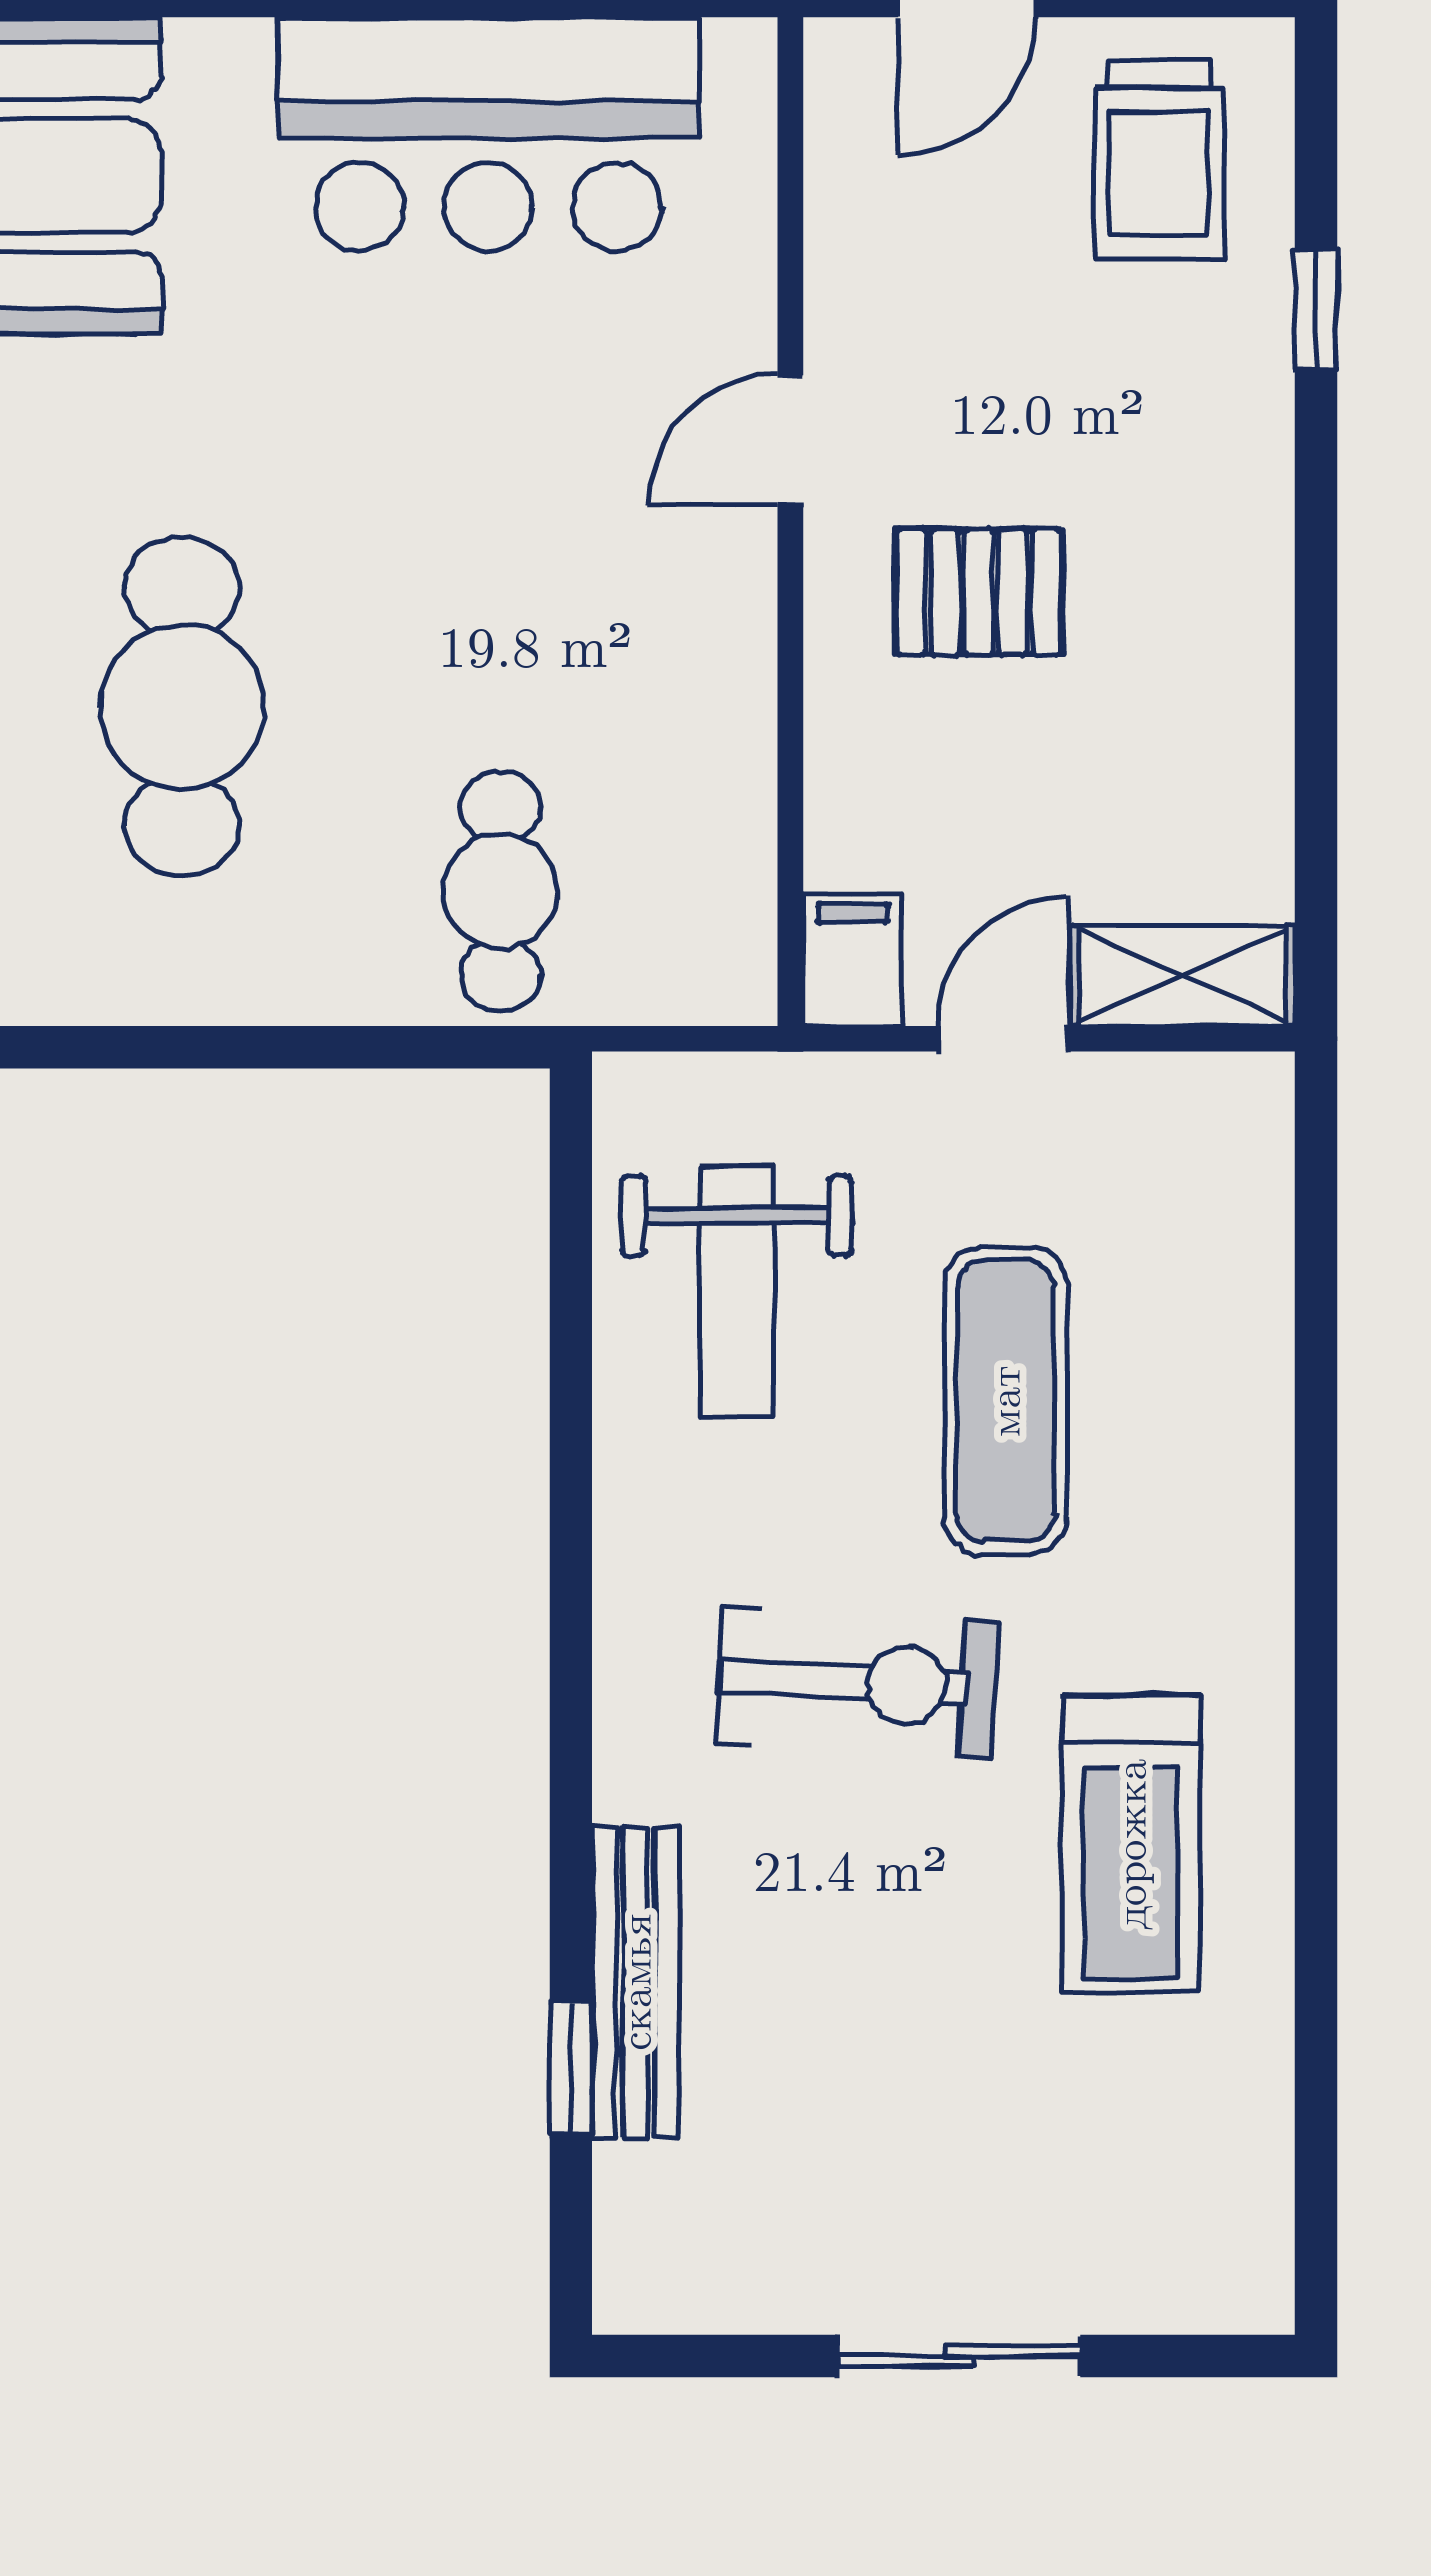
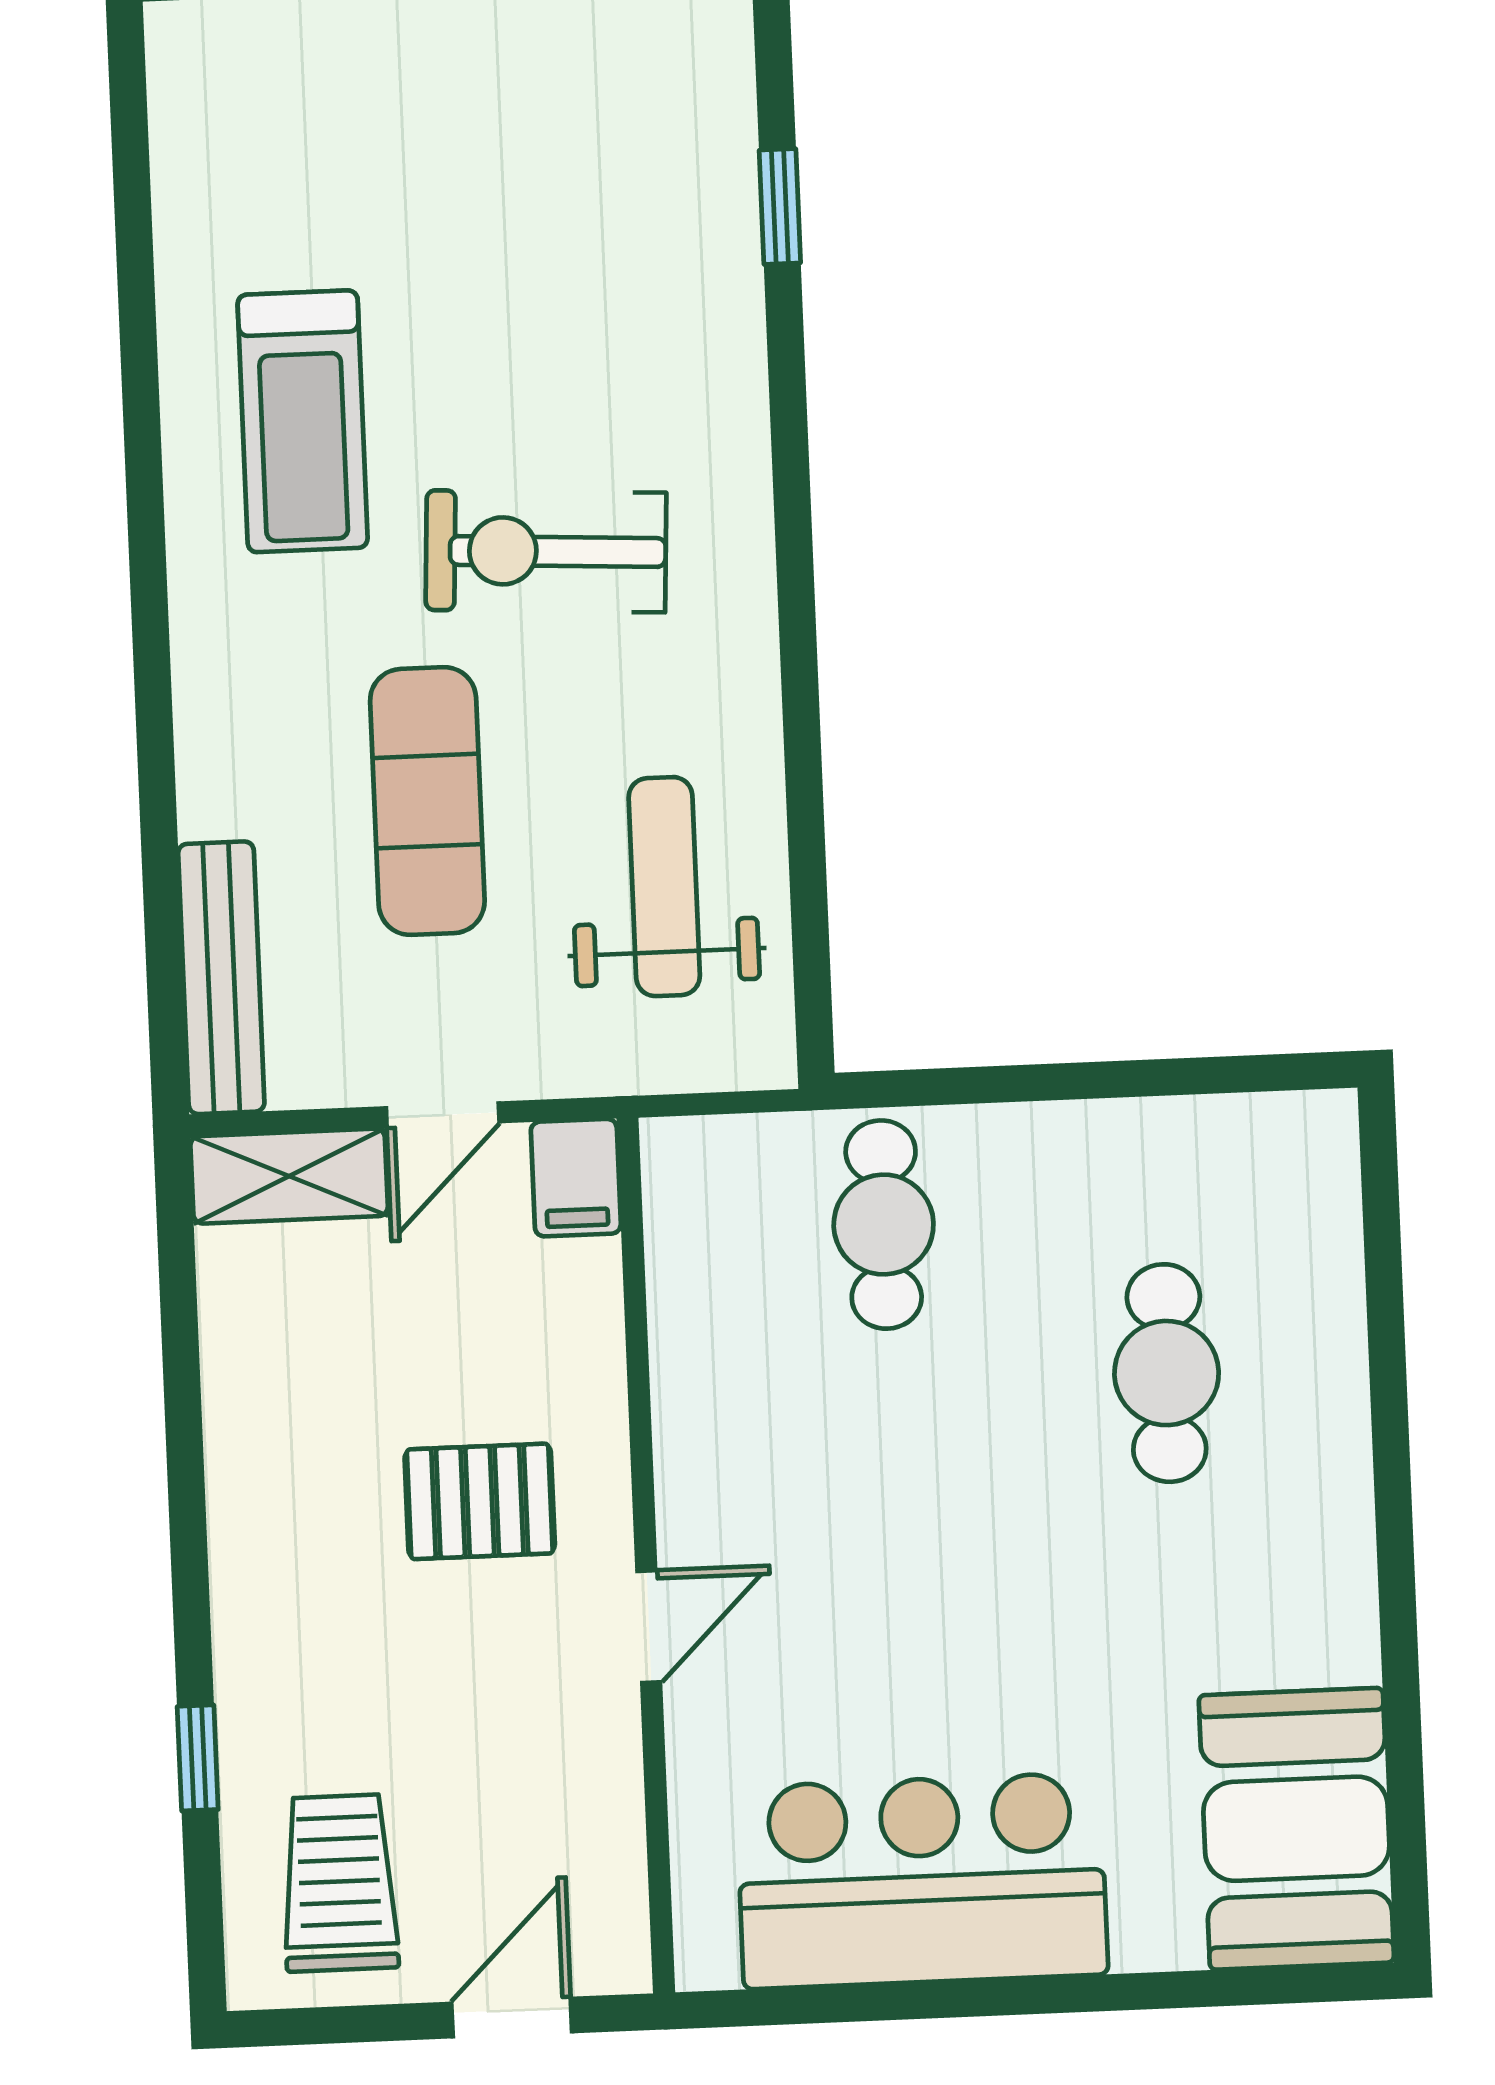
cafe table: (182, 707) -> (1167, 1373), width x0.73, depth x0.74
treadmill: (1131, 1844) -> (303, 421), turned 180
bench: (636, 1982) -> (221, 978), moved

